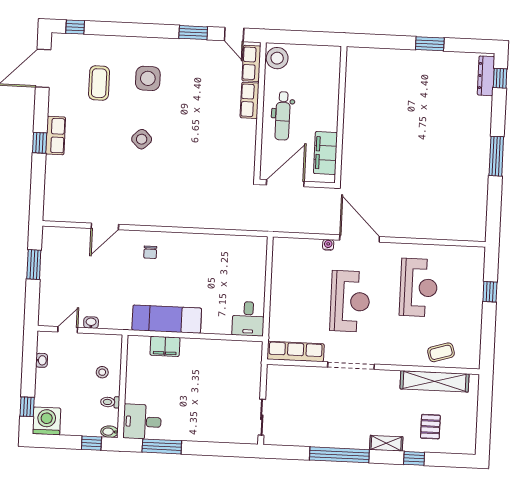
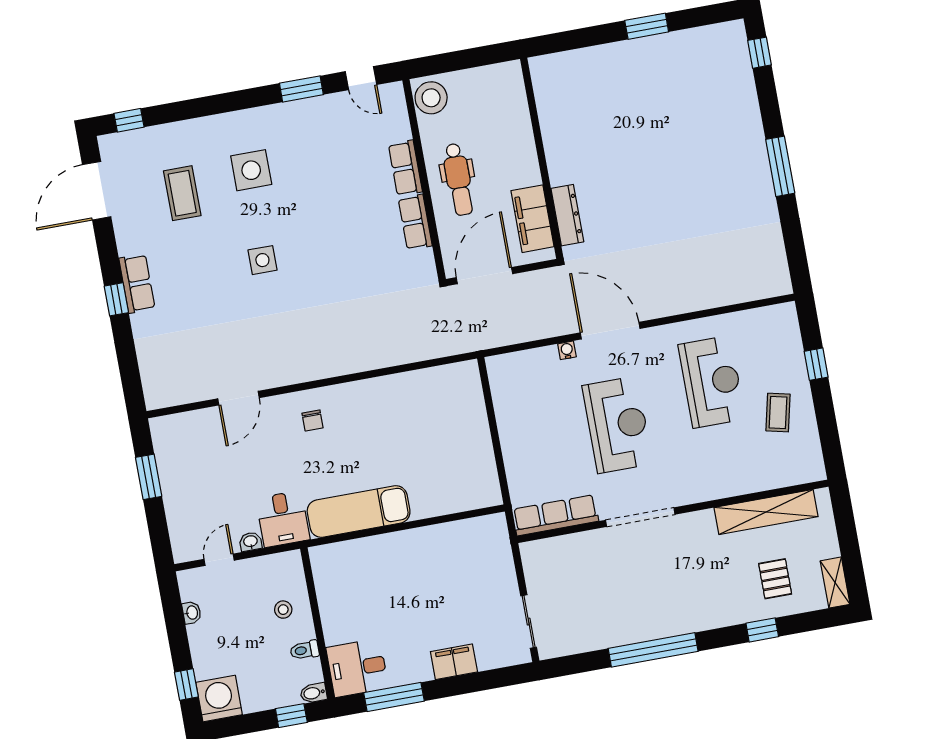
row of seats: (251, 63) -> (415, 222), moved
dresser: (486, 76) -> (567, 215), moved, turned 180
side table: (142, 139) -> (262, 260), turned 45
desk: (248, 319) -> (283, 519), moved
filing cabinet: (165, 346) -> (454, 662), moved, turned 180
coffee table: (441, 352) -> (778, 413), moved, turned -60
shelving: (386, 443) -> (835, 583), moved, turned 90

